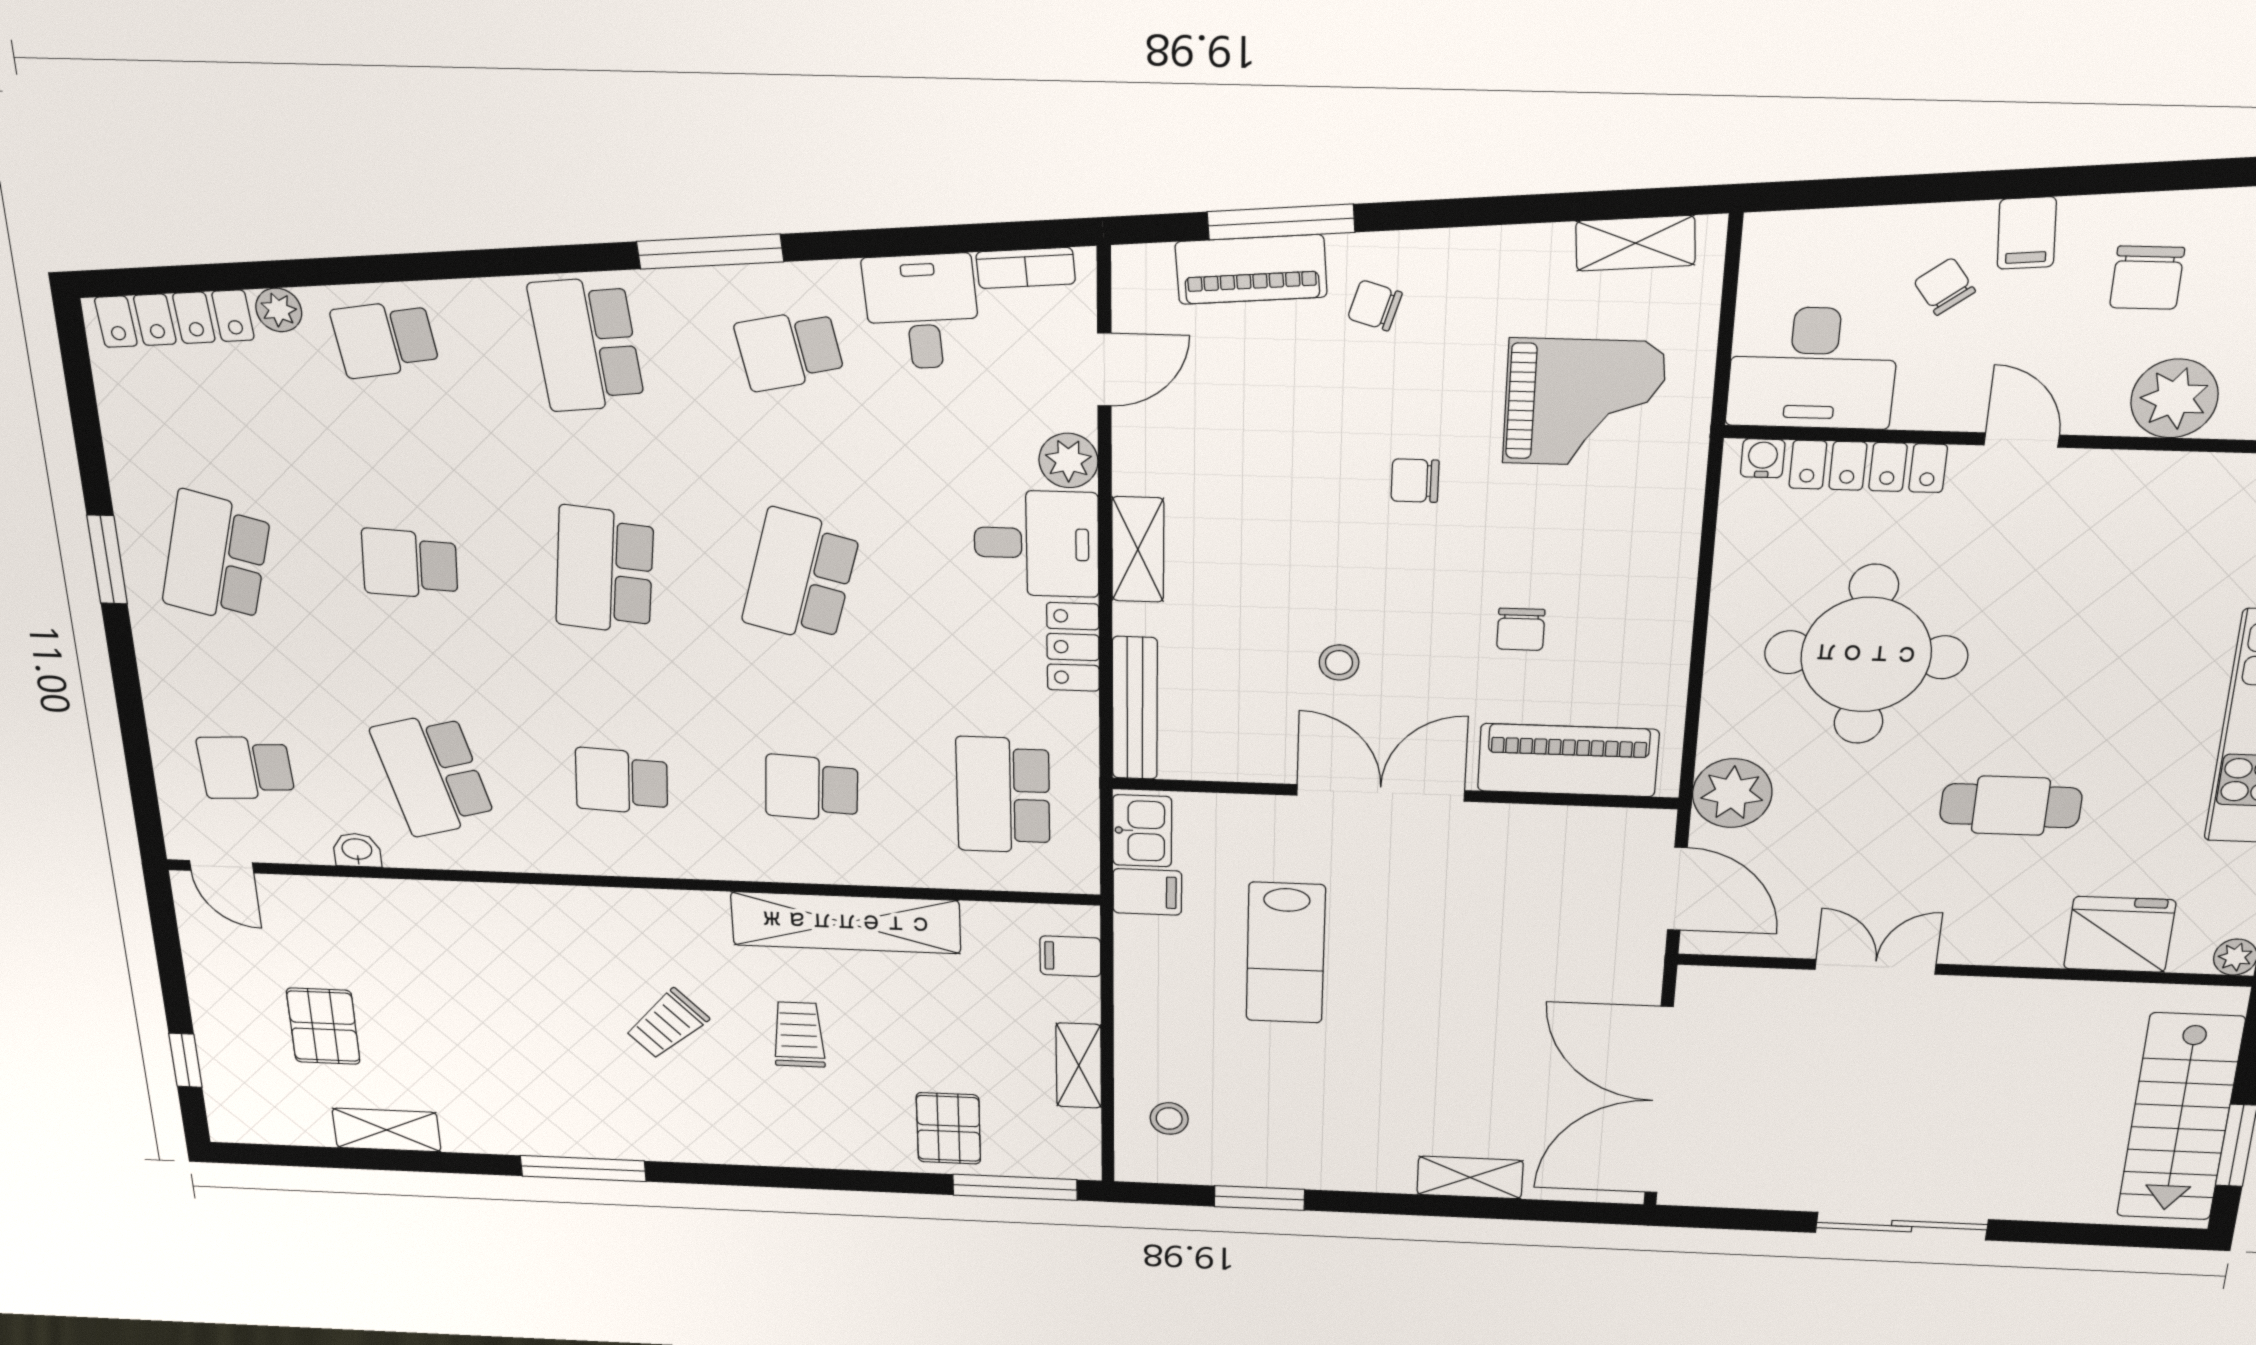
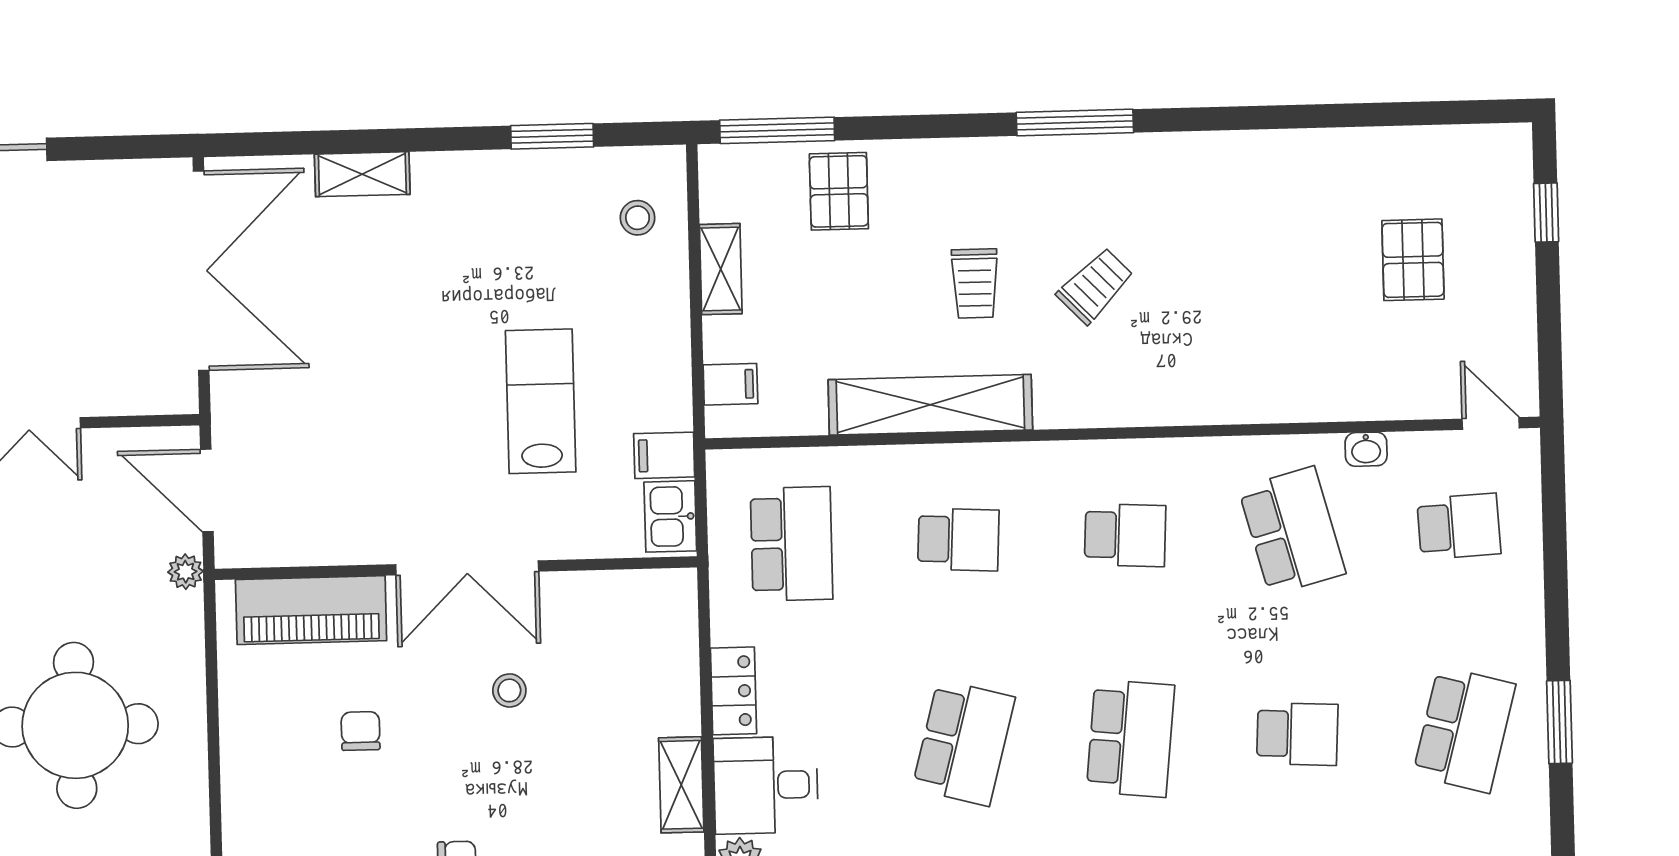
bench: (1135, 708) -> (680, 636), removed
plant: (1732, 793) -> (186, 572), width x0.53, depth x0.53
shelving: (387, 1130) -> (1363, 149), removed
window: (583, 1168) -> (1075, 123), moved

